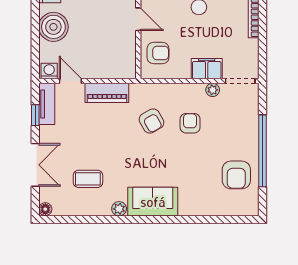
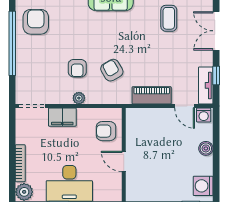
boiler: (53, 27) -> (206, 148), width x0.54, depth x0.54
plant: (213, 90) -> (79, 98), moved
coffee table: (88, 179) -> (169, 18), turned 90

